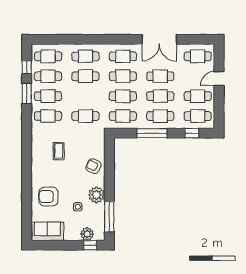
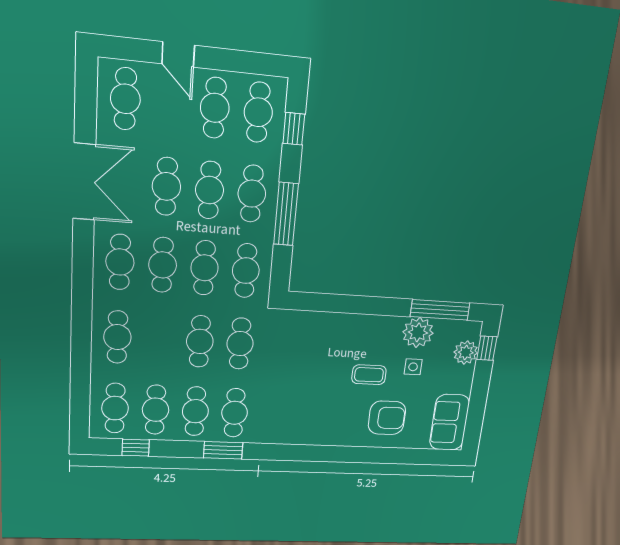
cafe table: (85, 76) -> (200, 341), moved
window: (27, 93) -> (223, 450), moved
coffee table: (59, 151) -> (369, 375), moved
armchair: (94, 166) -> (340, 334), removed
plant: (97, 195) -> (418, 332), moved
armchair: (49, 197) -> (387, 418), turned -90

